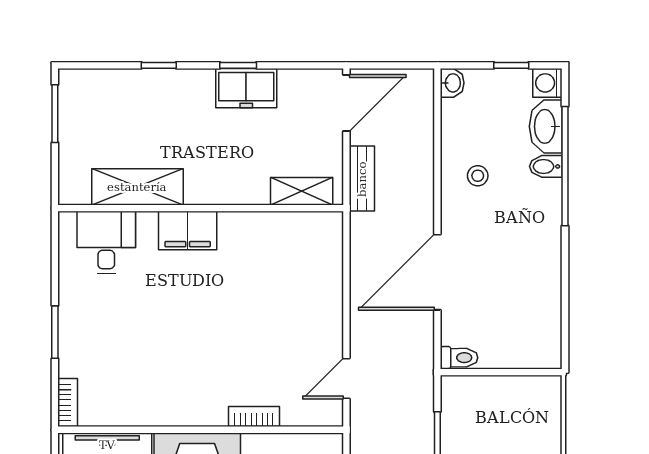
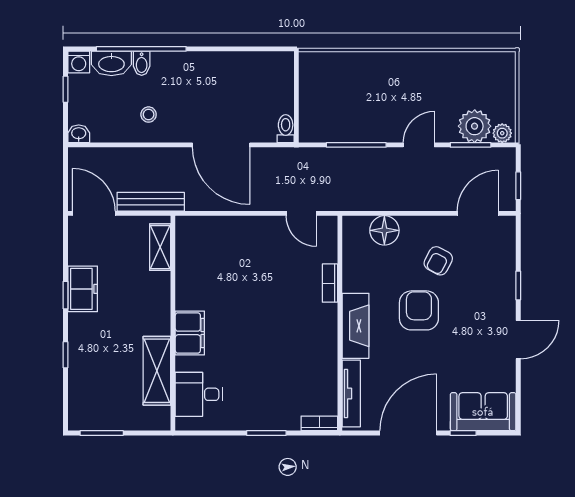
bench: (362, 179) -> (151, 202), width x1.36

